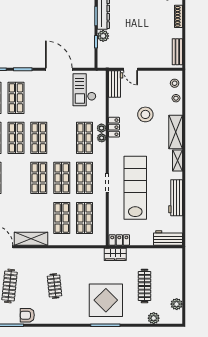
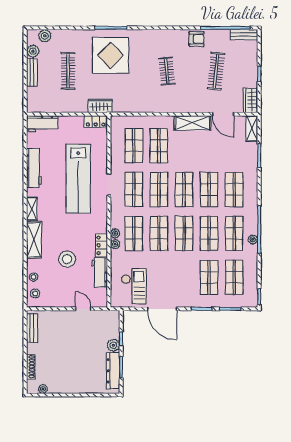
workbench: (116, 84) -> (100, 273), moved
shop shelf: (62, 138) -> (159, 233), added
shop shelf: (16, 178) -> (209, 189), added
bench: (177, 285) -> (32, 73), added
plant: (154, 318) -> (45, 36), moved

